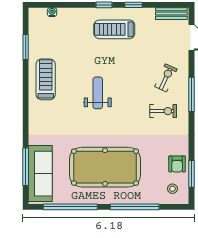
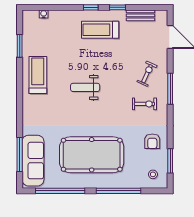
bench: (171, 14) -> (140, 15), moved
weight bench: (98, 93) -> (85, 87), turned -90
armchair: (177, 164) -> (152, 141), moved

